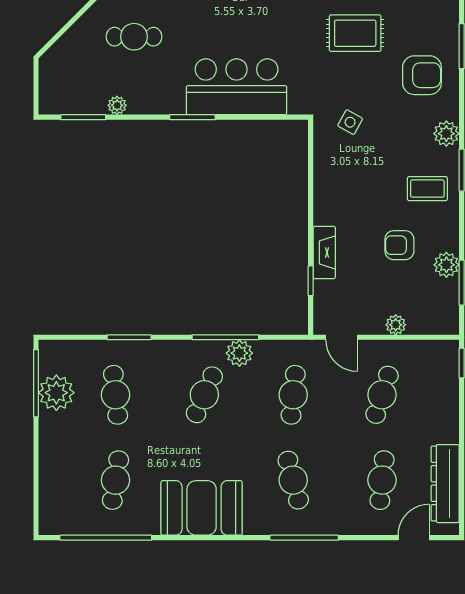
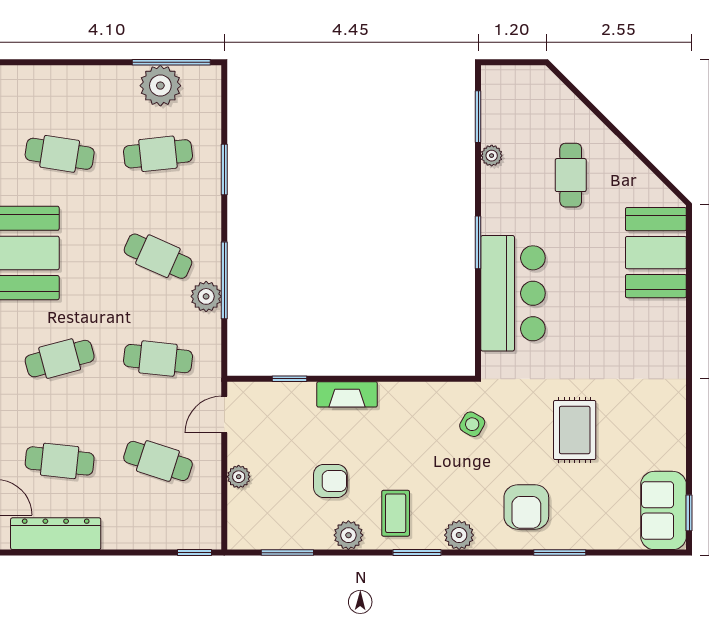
armchair: (399, 245) -> (330, 481), turned 90
fireplace: (324, 252) -> (347, 394), moved
plant: (446, 265) -> (348, 535), moved

